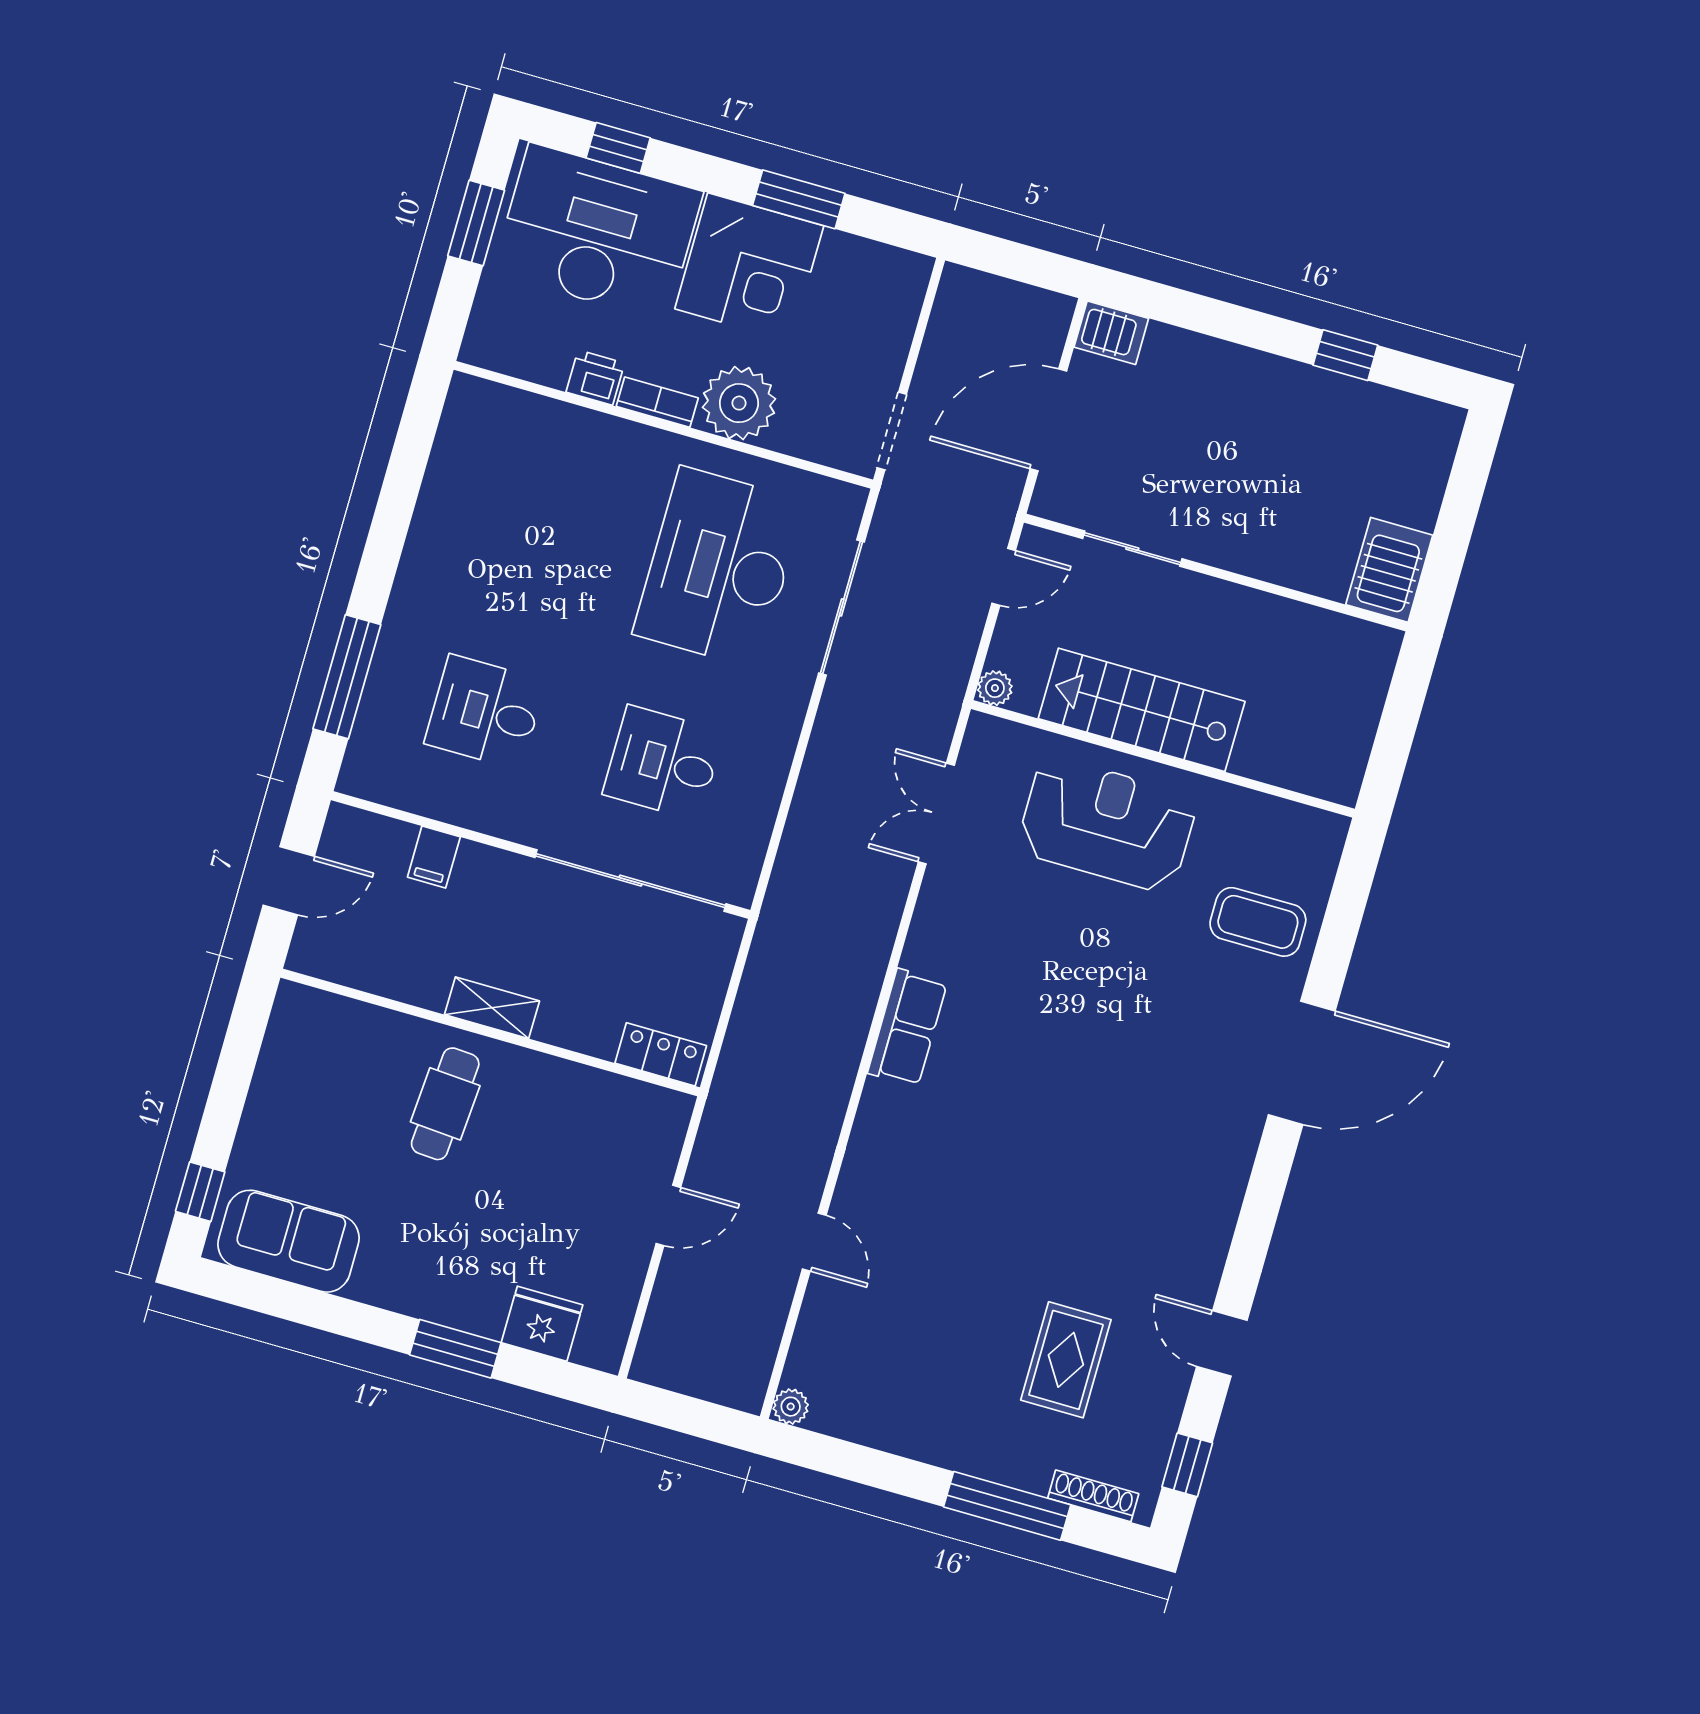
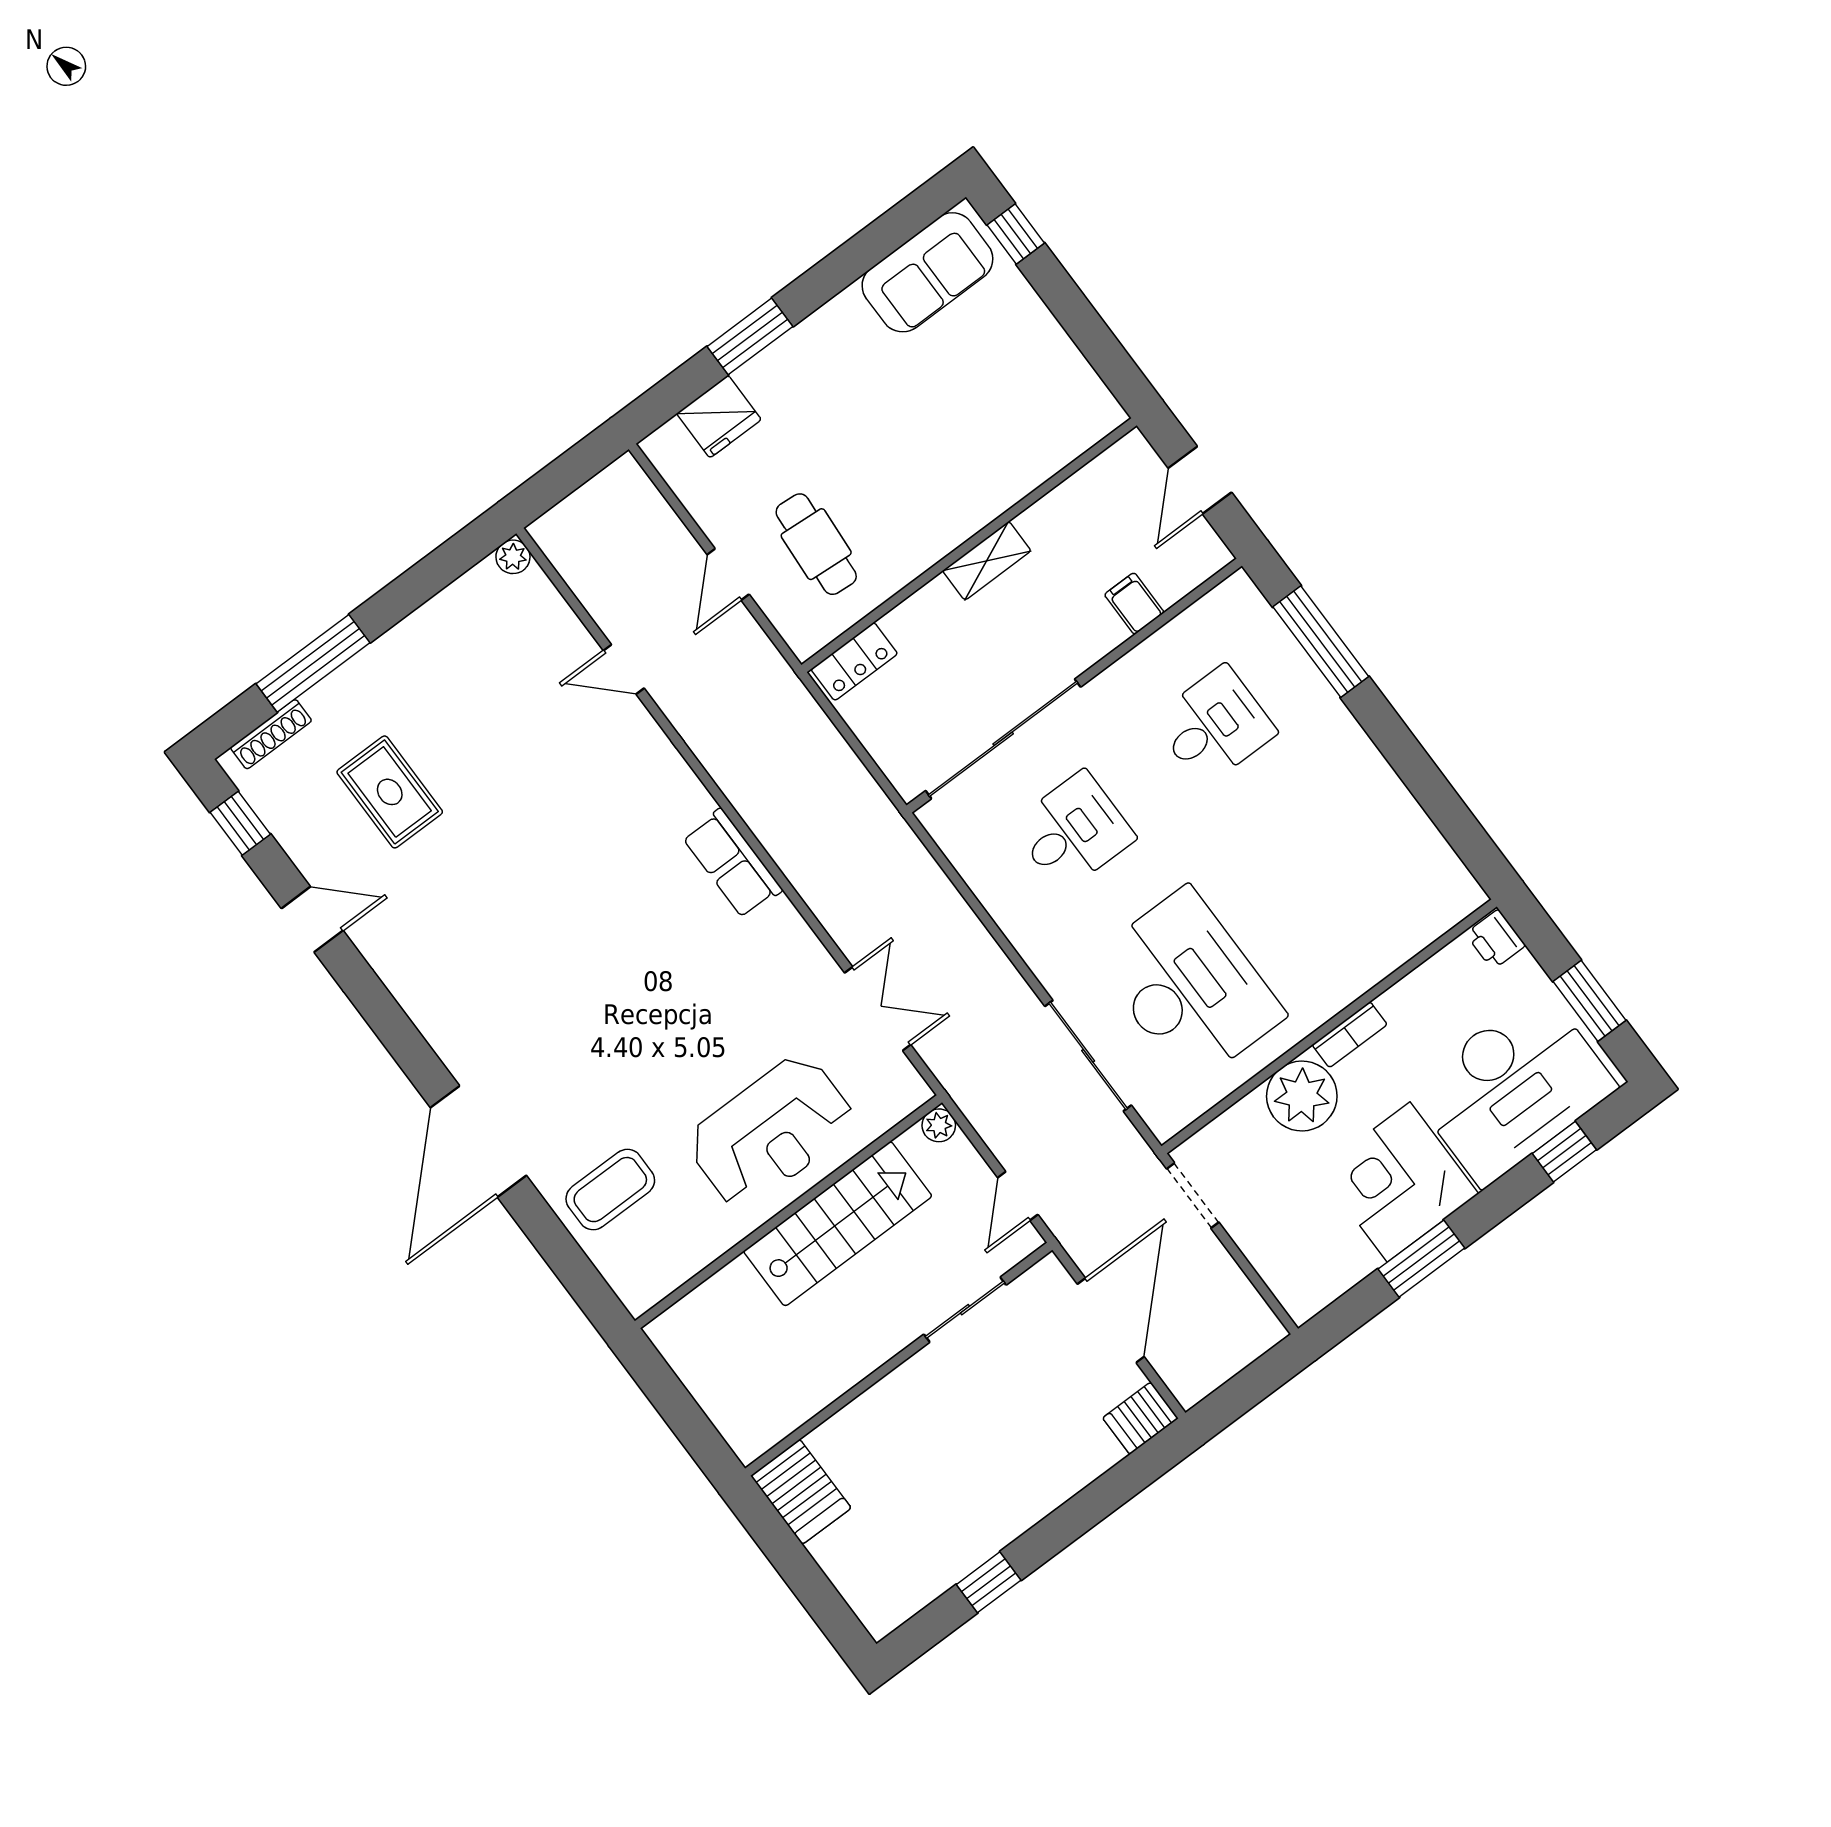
printer: (595, 378) -> (1495, 940), moved, turned 90
cafe table: (445, 1104) -> (816, 544), moved

